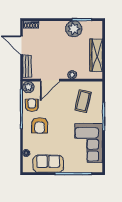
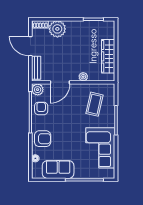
plant: (74, 29) -> (57, 29), moved
armchair: (40, 125) -> (43, 139), moved, turned -90

